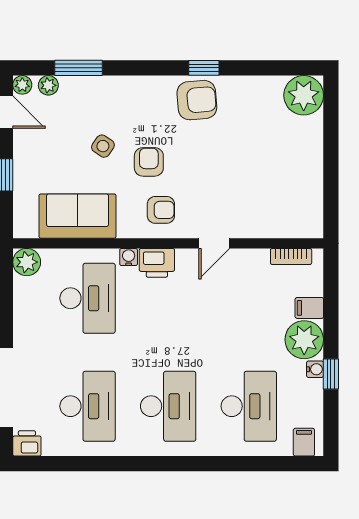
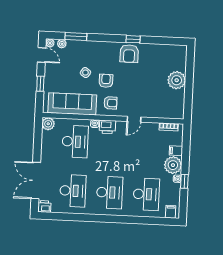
plant: (304, 95) -> (177, 80), moved
armchair: (197, 100) -> (129, 54), turned 95
sofa: (78, 216) -> (72, 104), width x1.36

